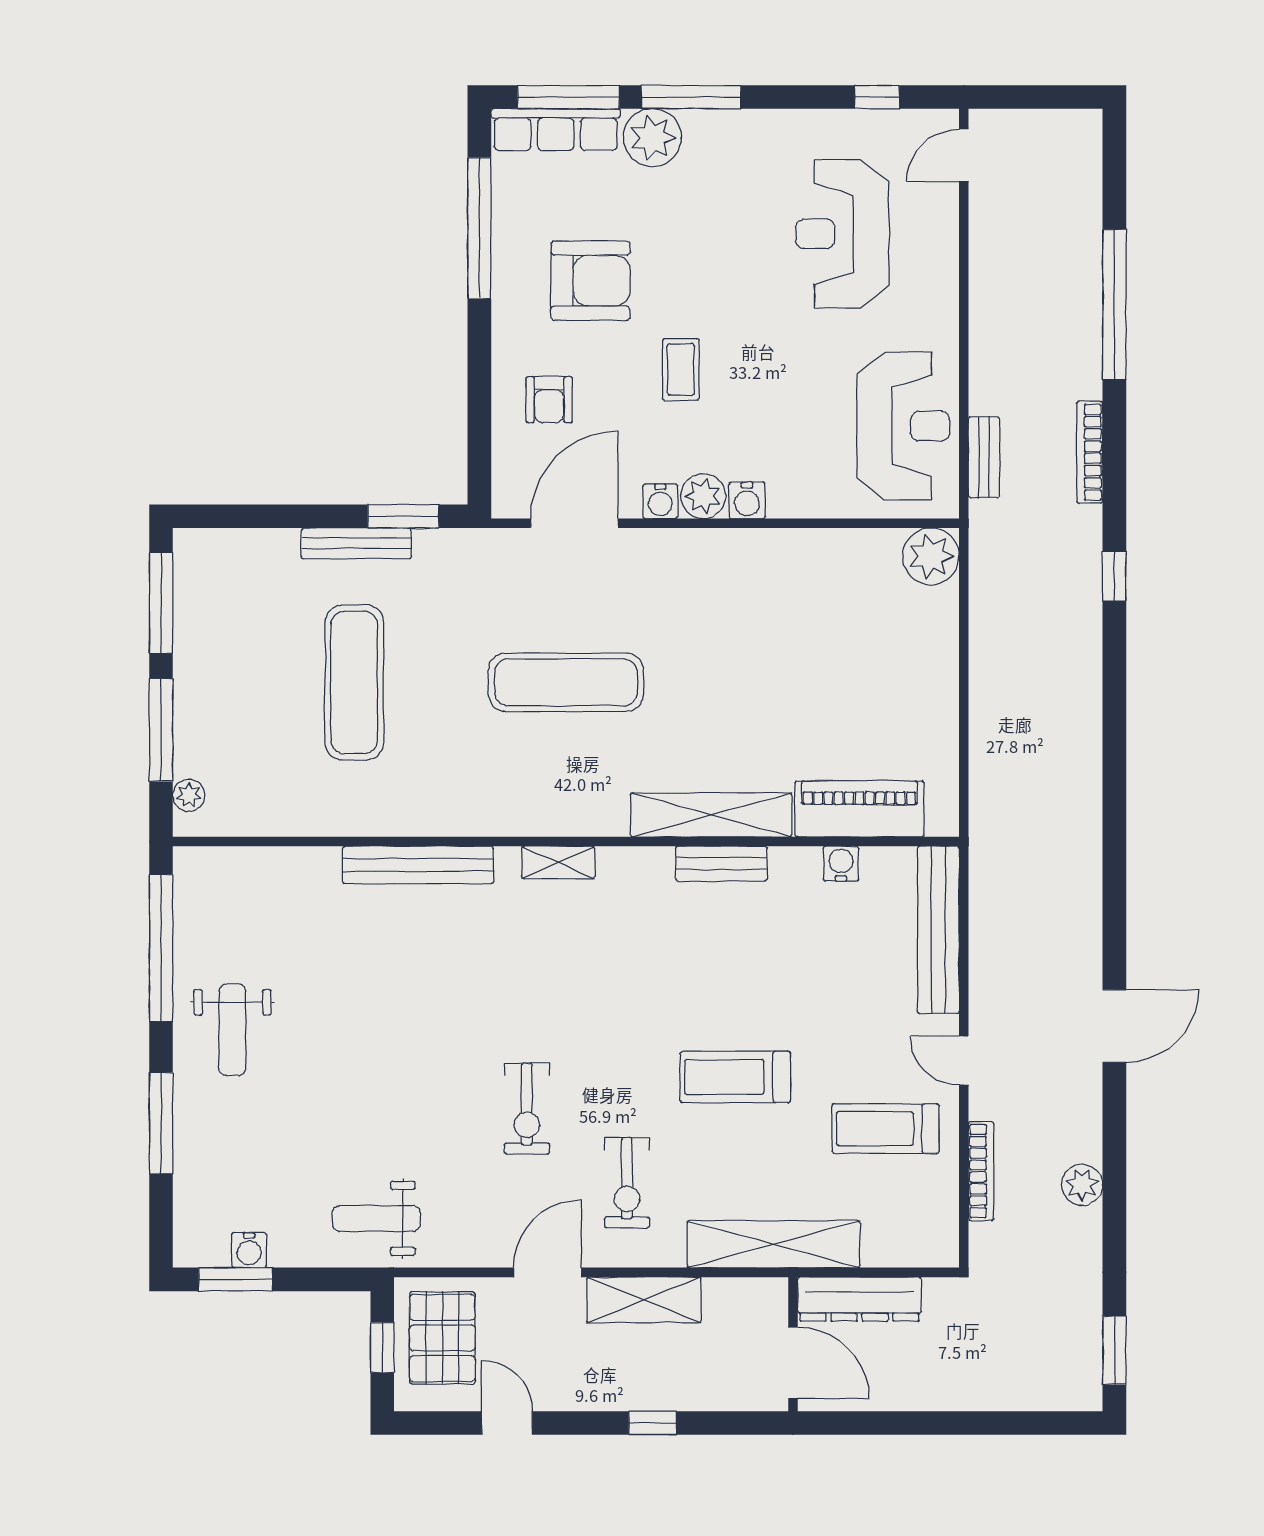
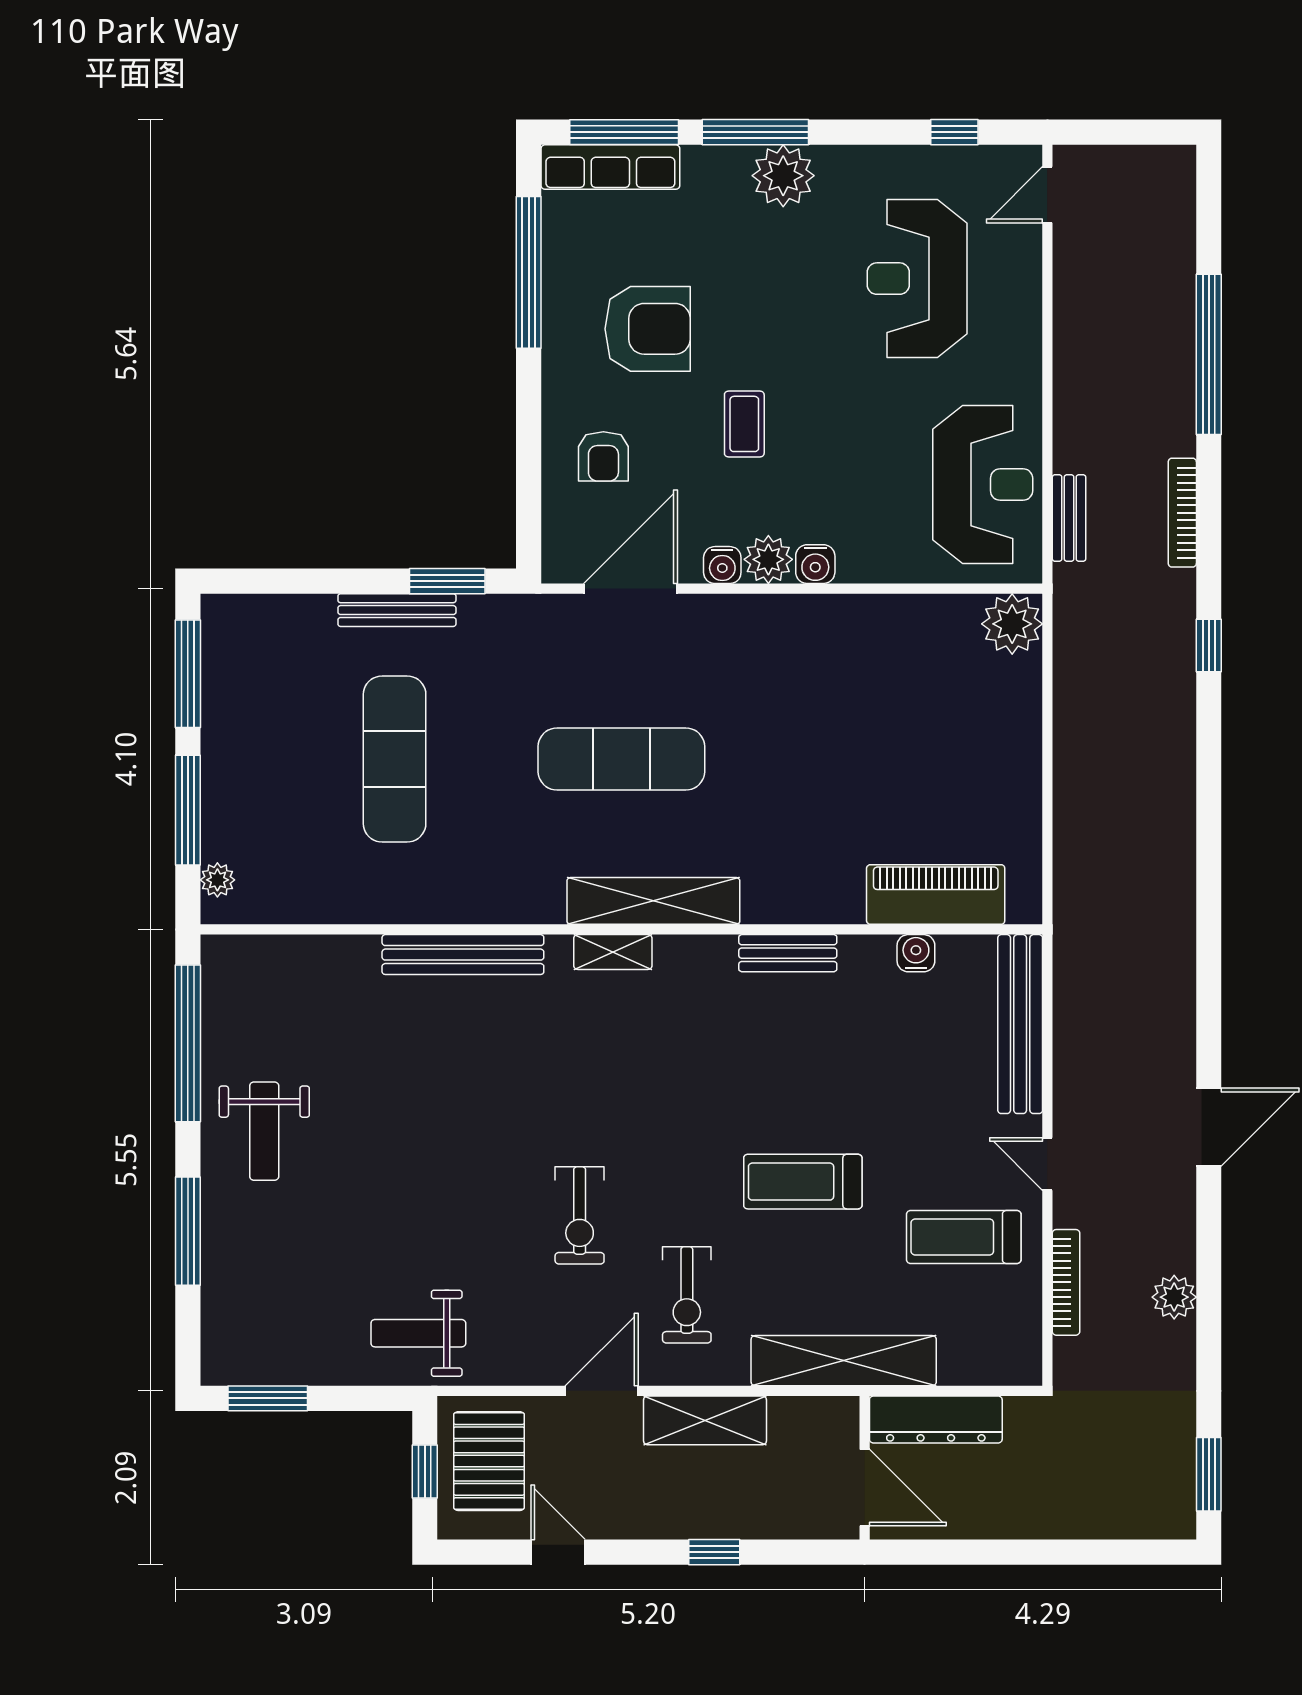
plant: (652, 138) -> (783, 176), moved
shelving: (711, 815) -> (653, 901), moved
water cooler: (249, 1250) -> (282, 1367), removed

